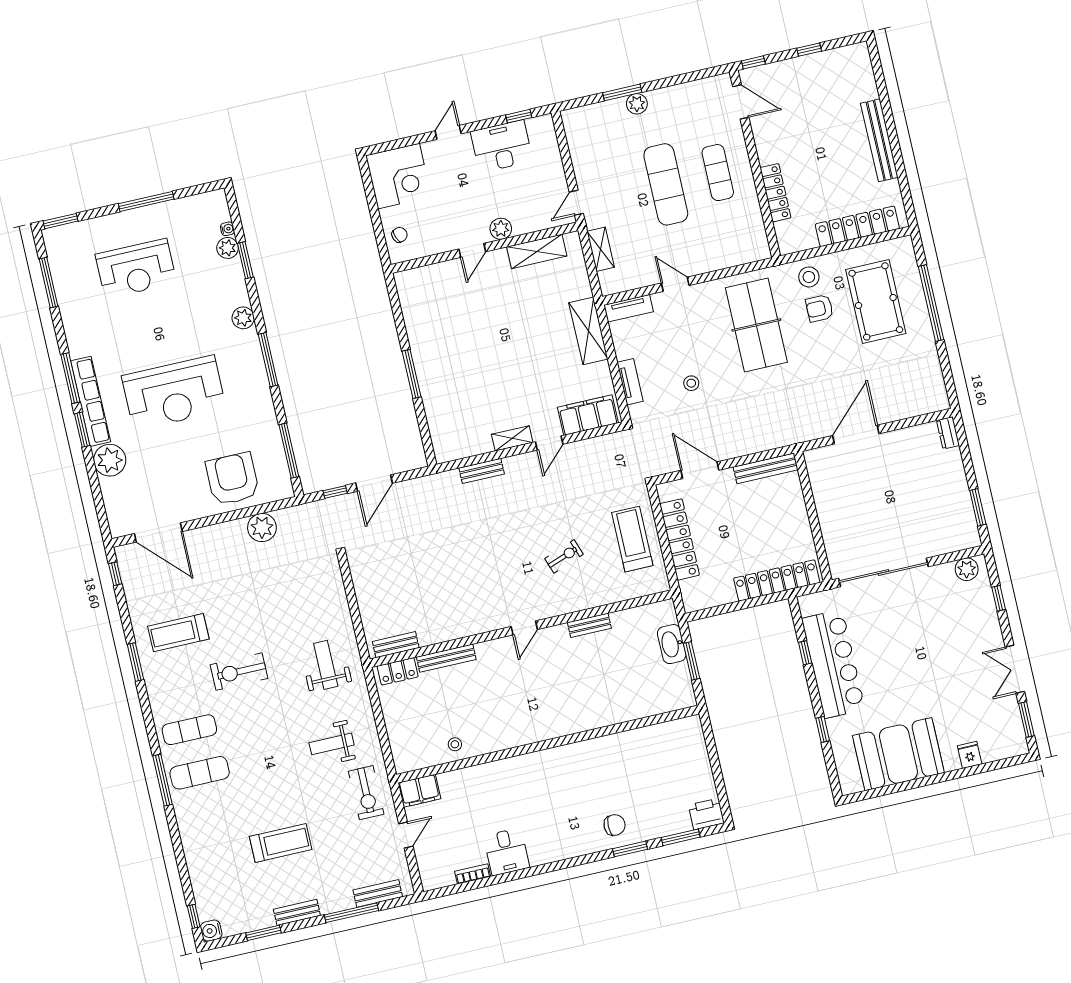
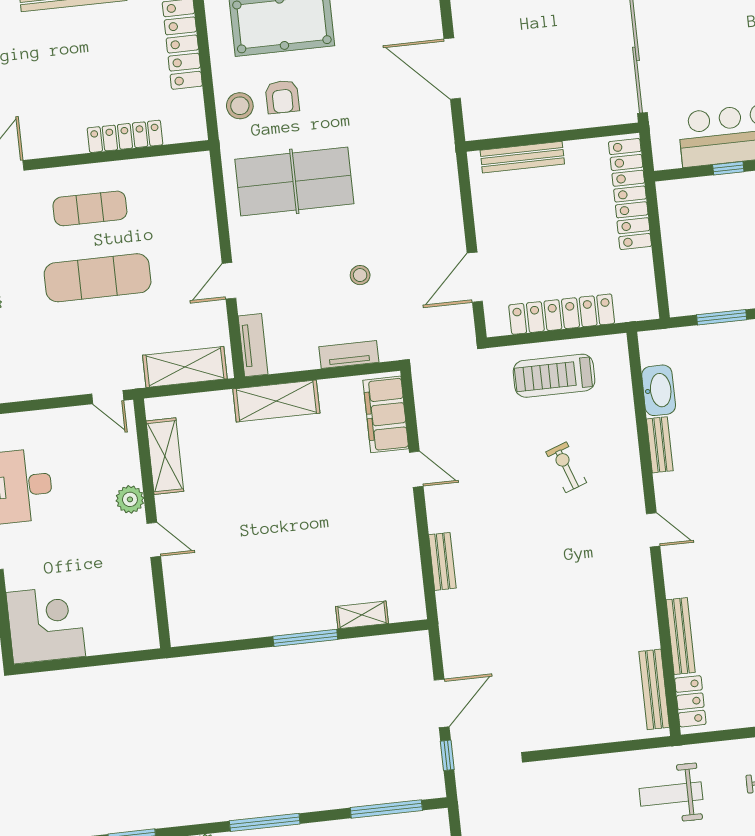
chair: (400, 235) -> (122, 632), removed
shelving: (601, 249) -> (185, 367), width x1.50, depth x1.33
shelving: (512, 438) -> (362, 615), moved, turned 90
bench: (766, 468) -> (522, 157), moved, turned 90
door: (374, 483) -> (442, 703), hinge flipped
washbasin: (672, 644) -> (659, 390), moved, turned -90
bench: (396, 645) -> (654, 689), width x1.36

